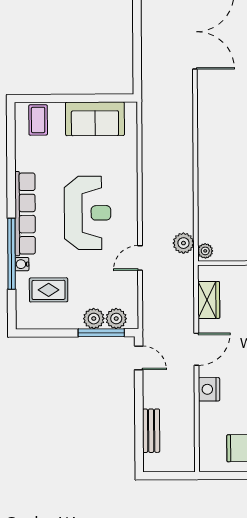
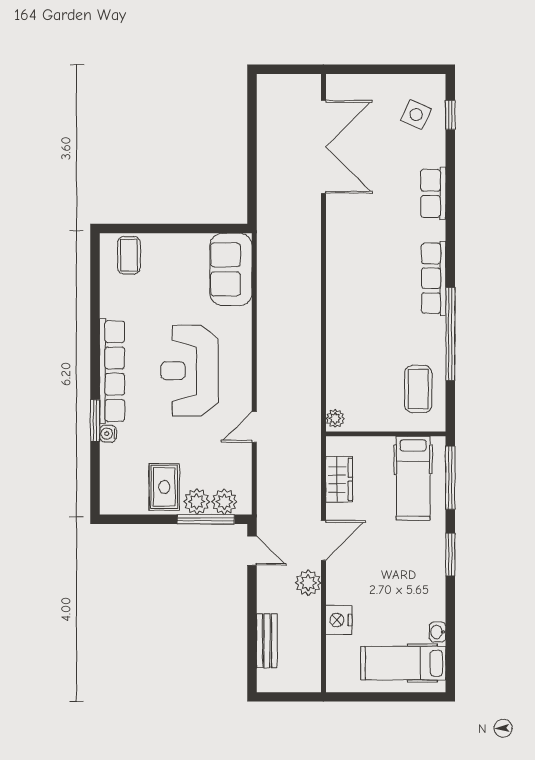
sofa: (95, 119) -> (231, 269), moved, turned 90
reception desk: (88, 213) -> (190, 371), turned 180
plant: (183, 243) -> (308, 583), moved
window: (11, 254) -> (95, 421), width x0.47
rug: (49, 290) -> (164, 487), moved, turned 90
nightstand: (209, 389) -> (339, 620), moved

